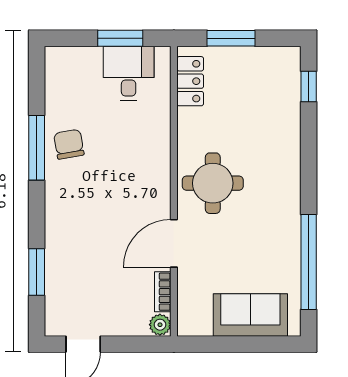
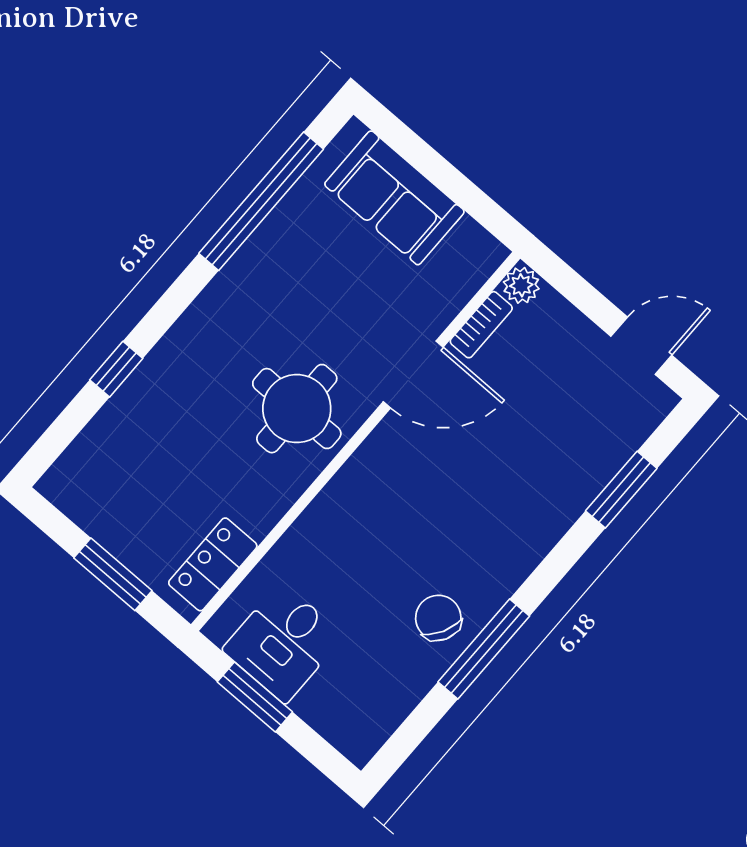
window: (309, 87) -> (116, 369), moved
chair: (69, 144) -> (438, 618), turned 128

